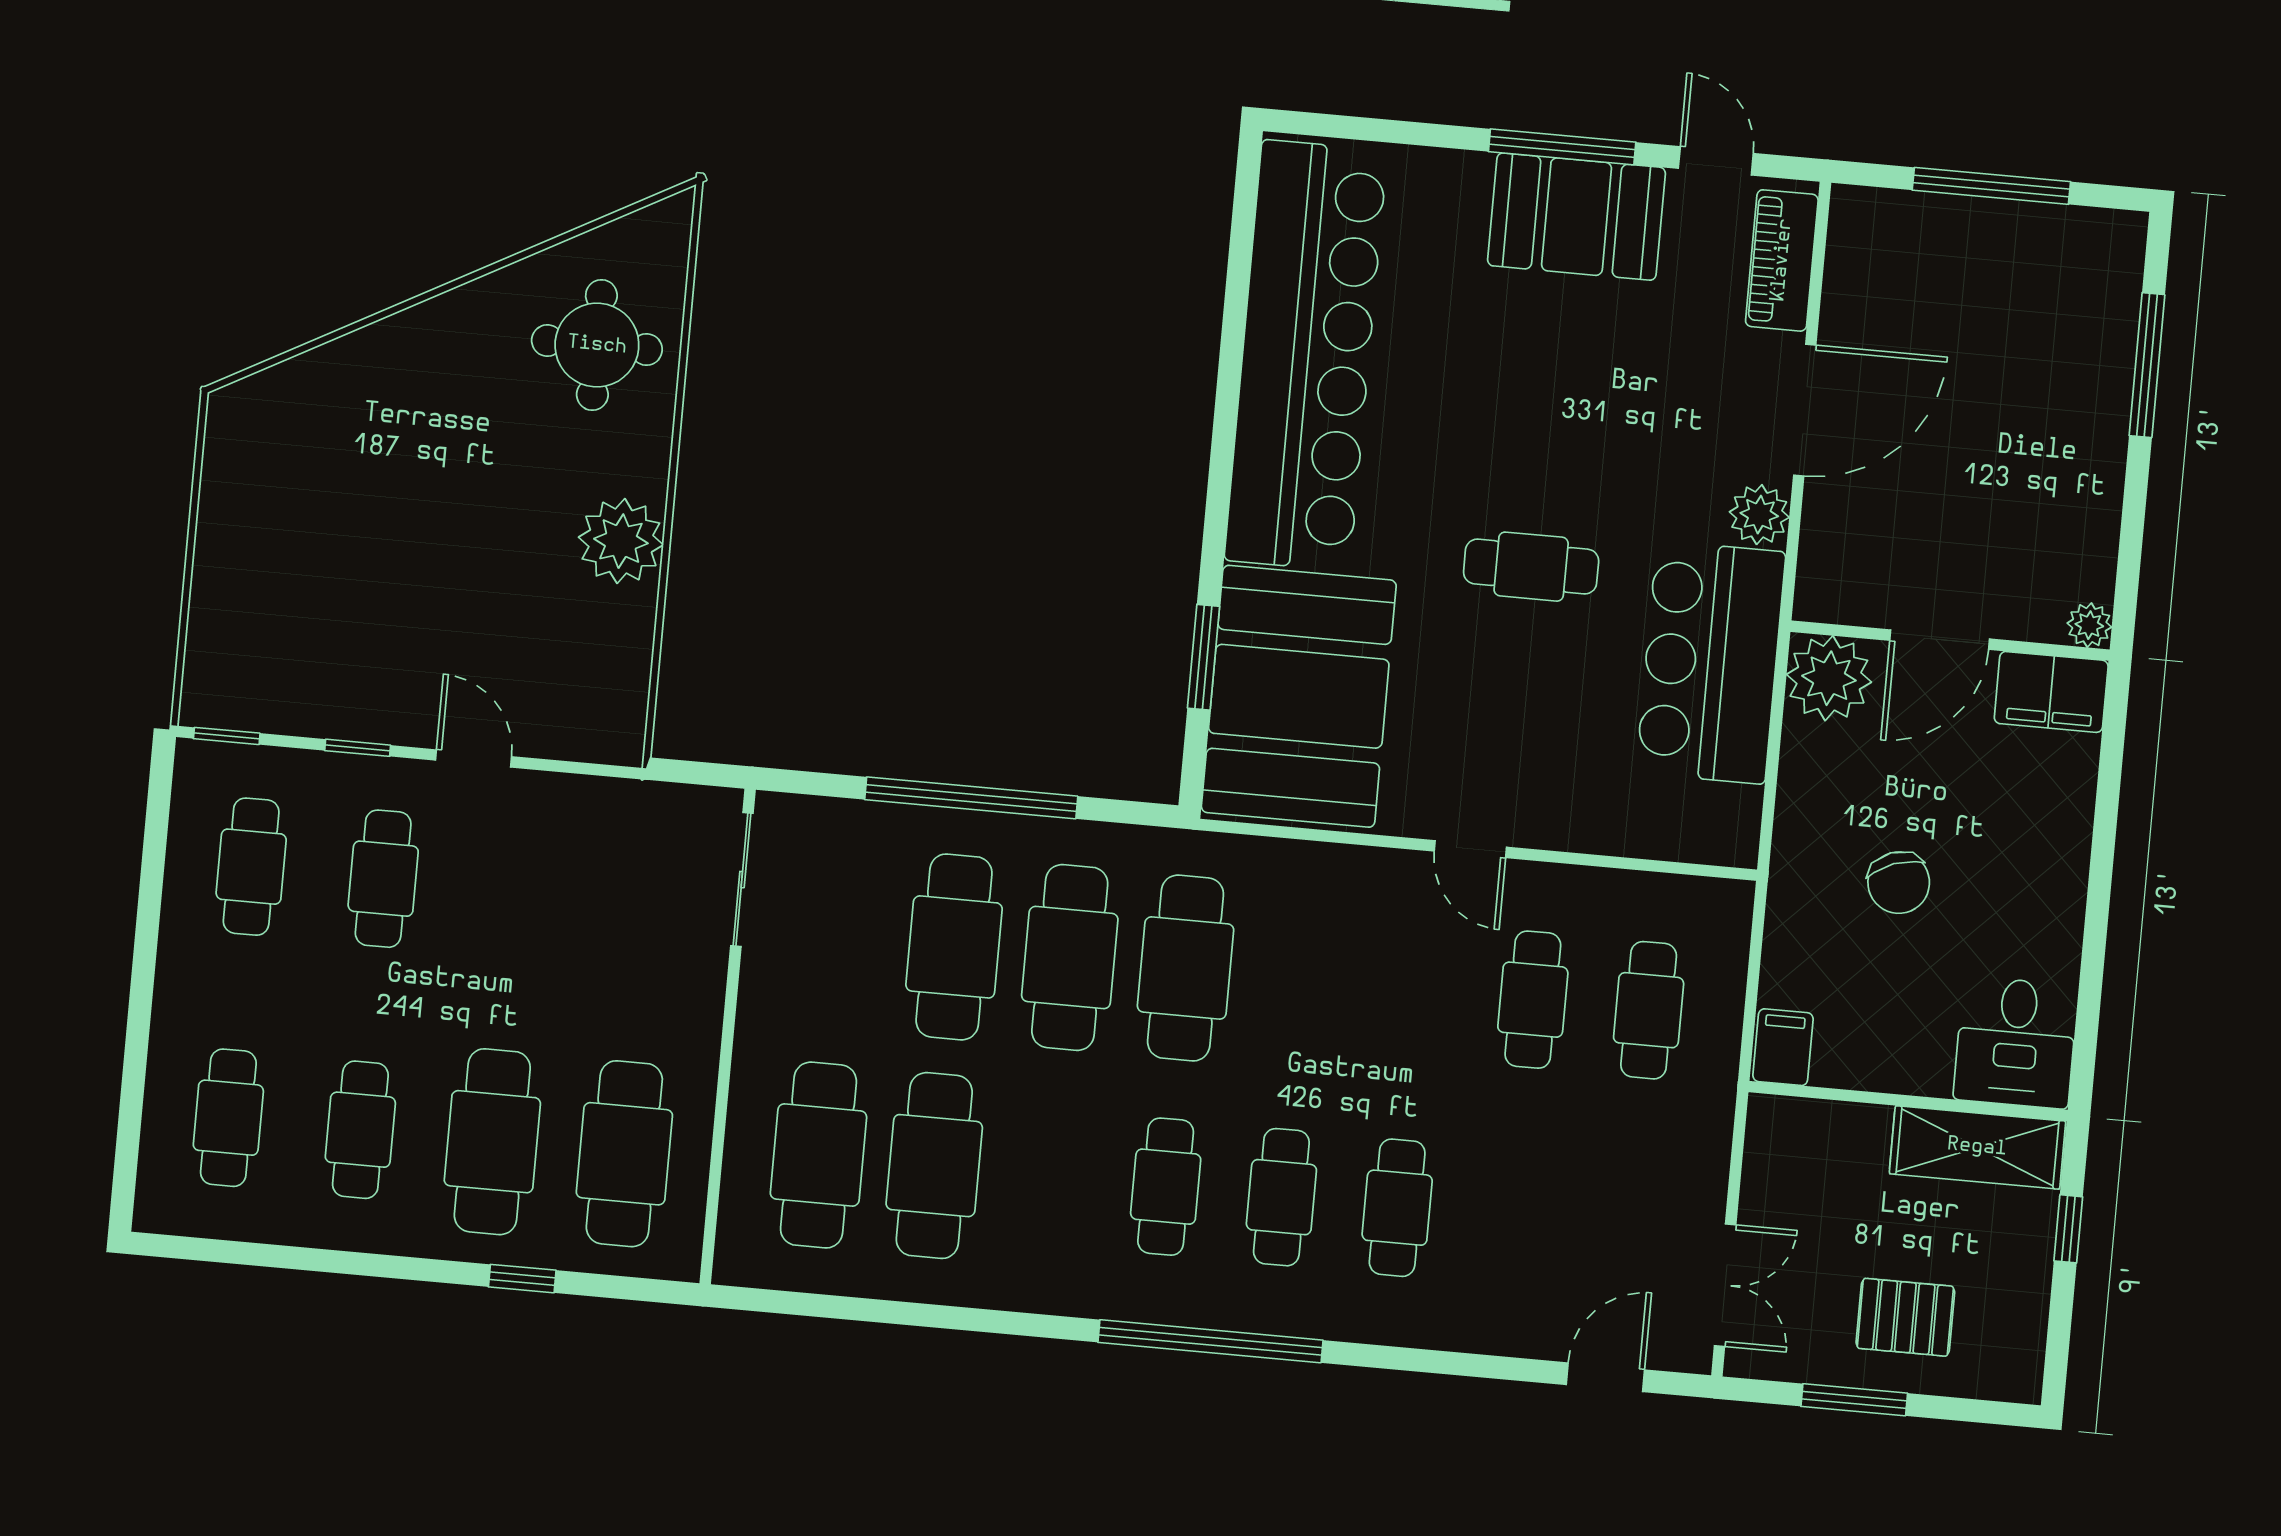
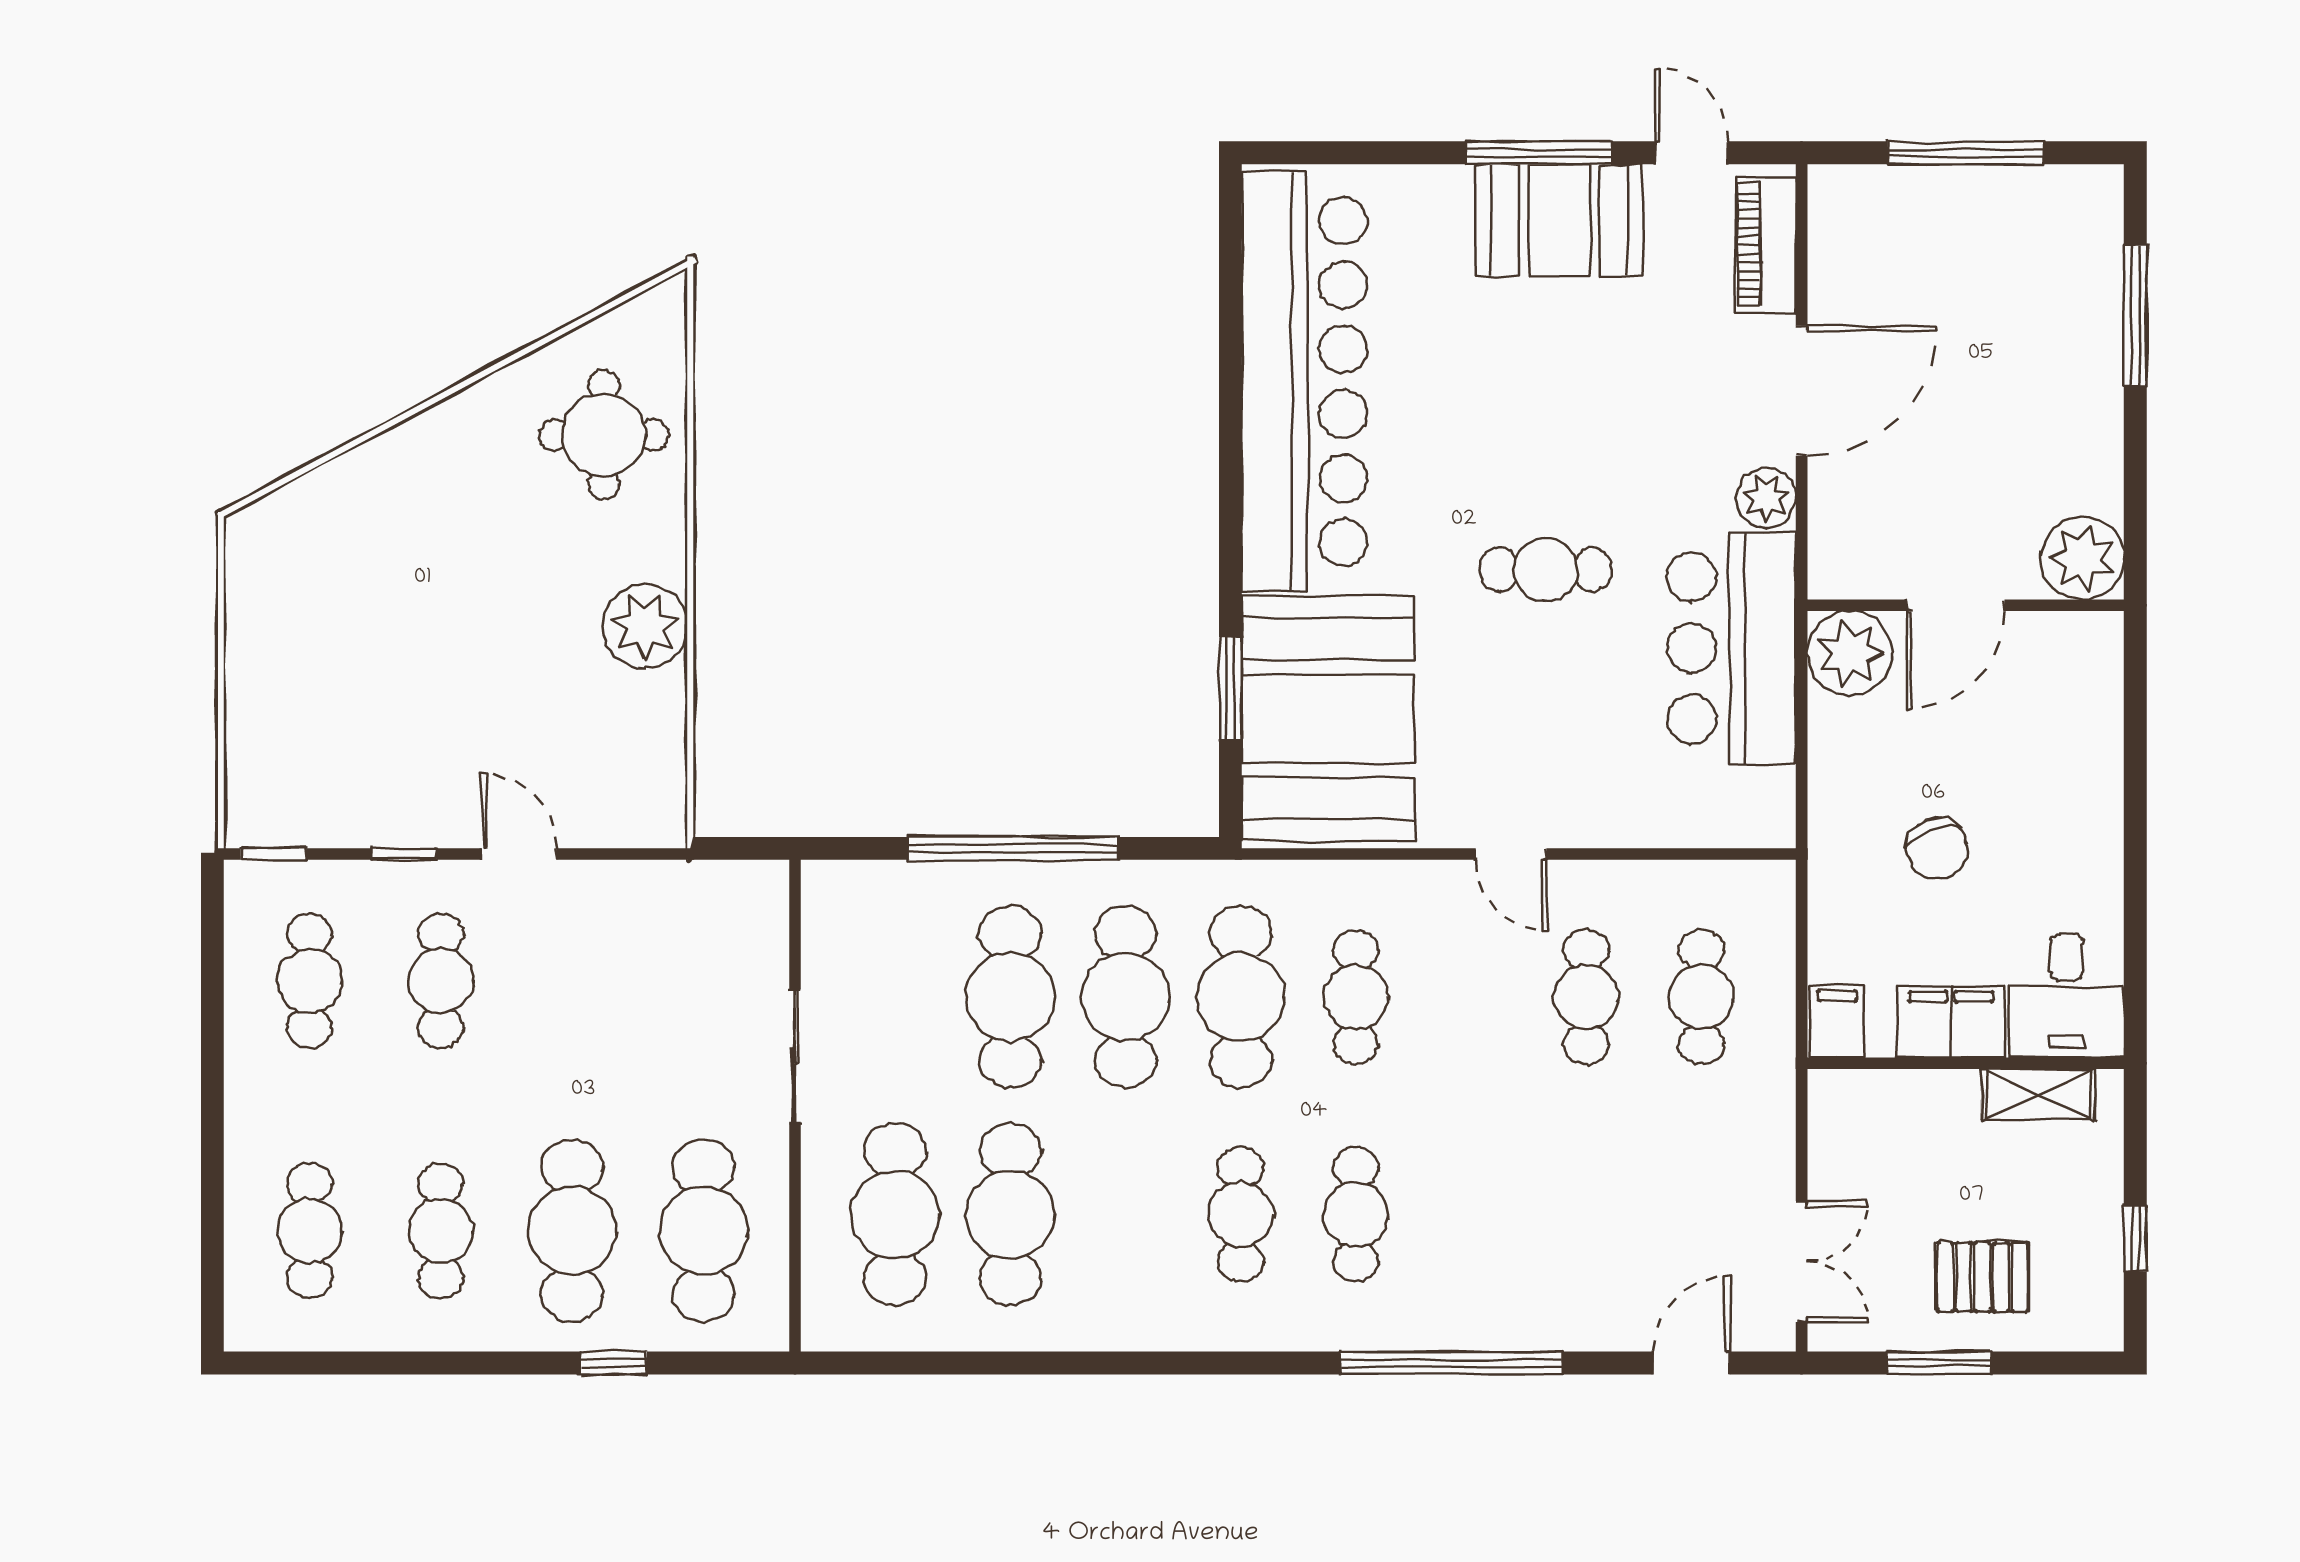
plant: (2089, 625) -> (2082, 558), width x1.88, depth x1.88
filing cabinet: (2051, 692) -> (1951, 1022), moved, turned 180
sliding door: (742, 880) -> (795, 1056), moved
shelving: (1977, 1147) -> (2038, 1094), width x0.67, depth x0.75
cafe table: (1397, 1208) -> (1356, 997), moved
window: (2068, 1229) -> (2135, 1238), moved
window: (1210, 1341) -> (1451, 1363), moved

